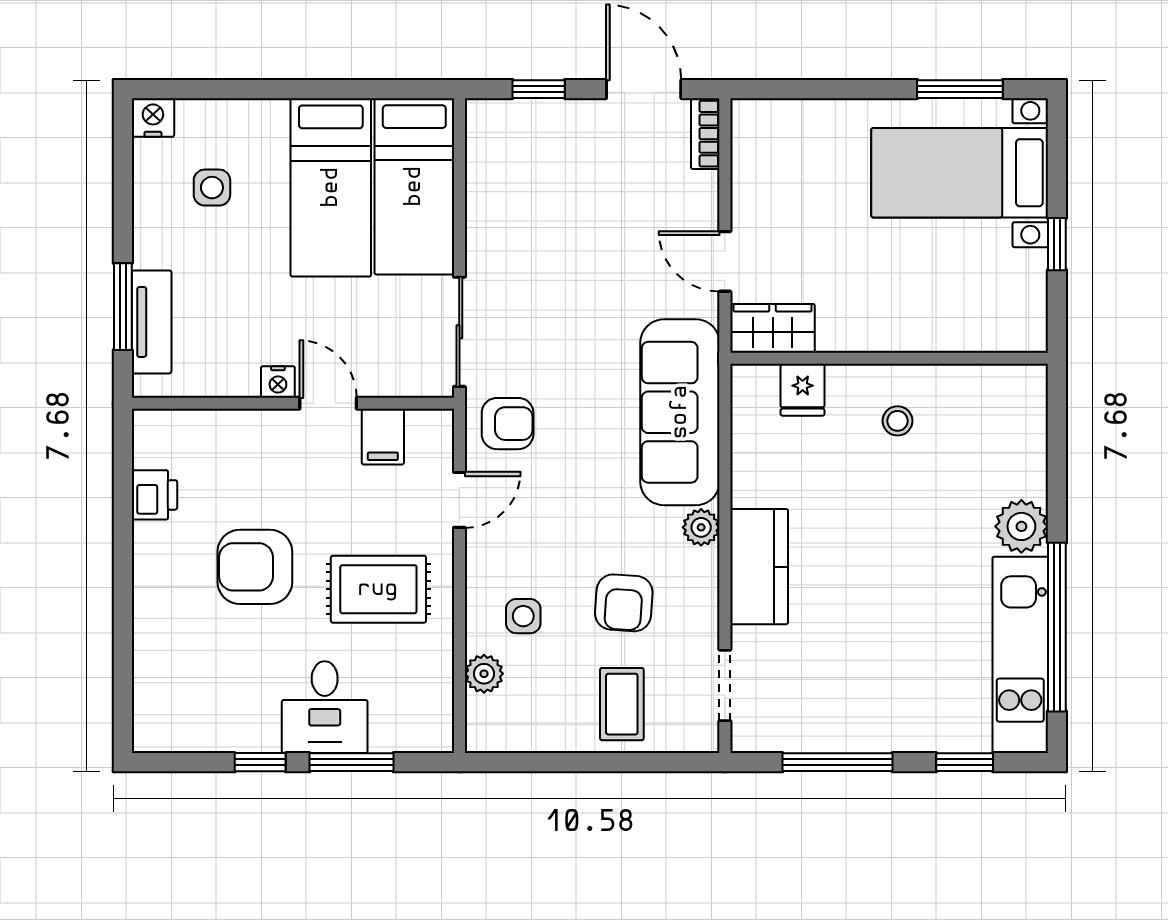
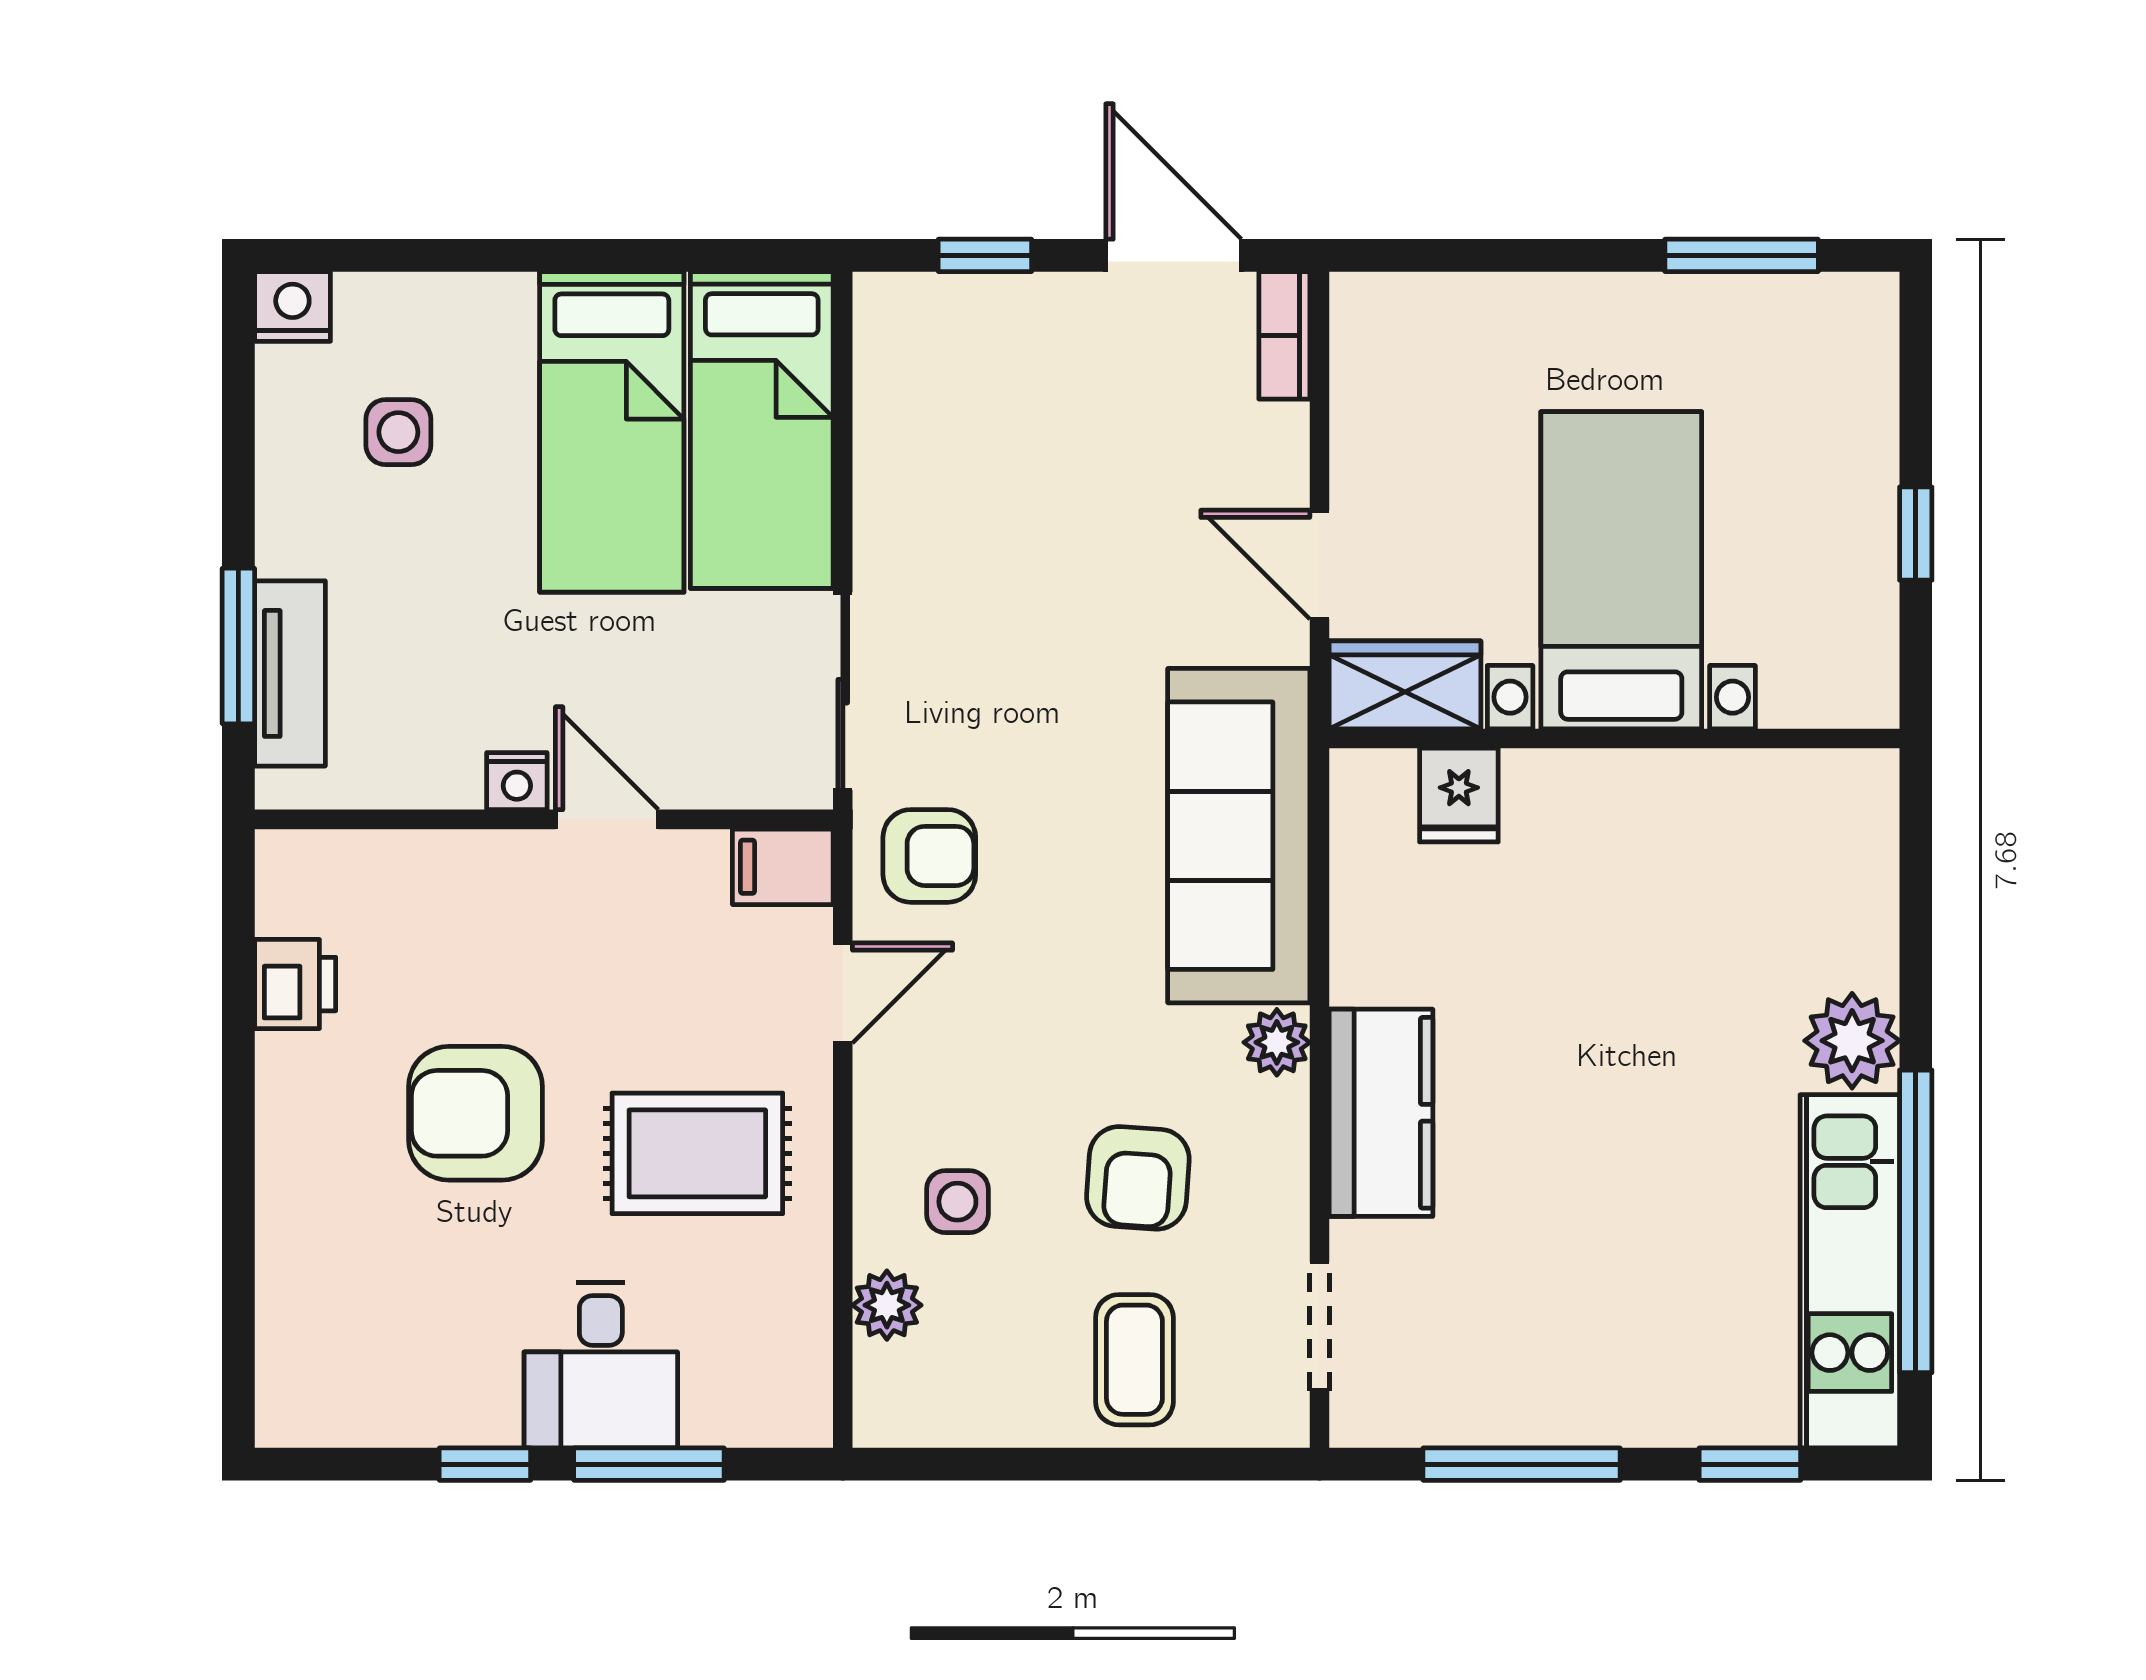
bed with nightstands: (960, 173) -> (1621, 570), moved, turned 90
stool: (897, 421) -> (1629, 851), removed
filing cabinet: (383, 437) -> (783, 867), moved, turned 90

